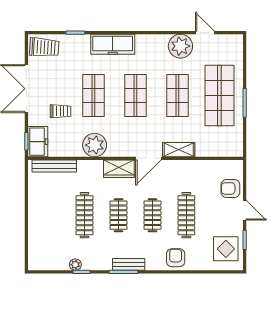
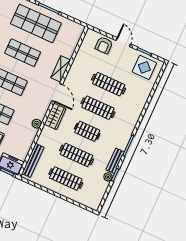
plant: (95, 145) -> (37, 124), width x0.53, depth x0.53
door: (245, 210) -> (123, 42), hinge flipped
clothes rail: (51, 215) -> (66, 178), added
clothes rail: (152, 215) -> (98, 108), width x1.36
armchair: (176, 258) -> (135, 105), removed
bench: (129, 264) -> (115, 161), moved

